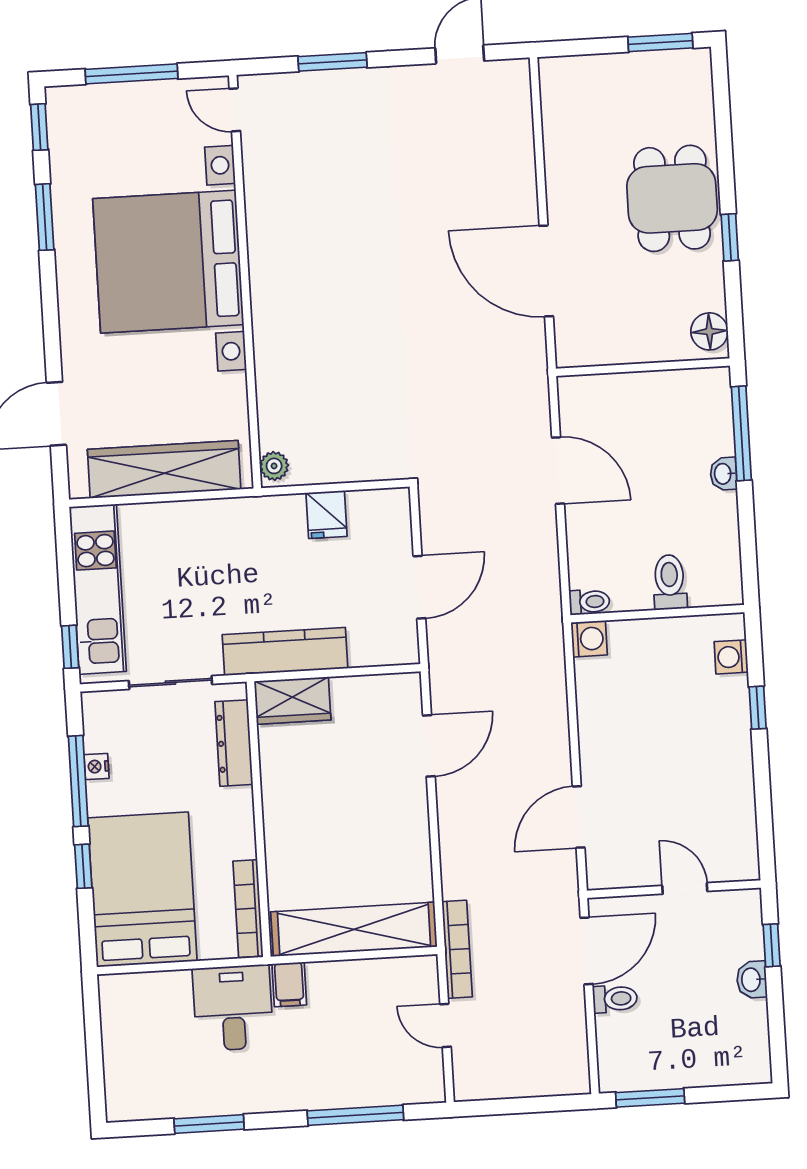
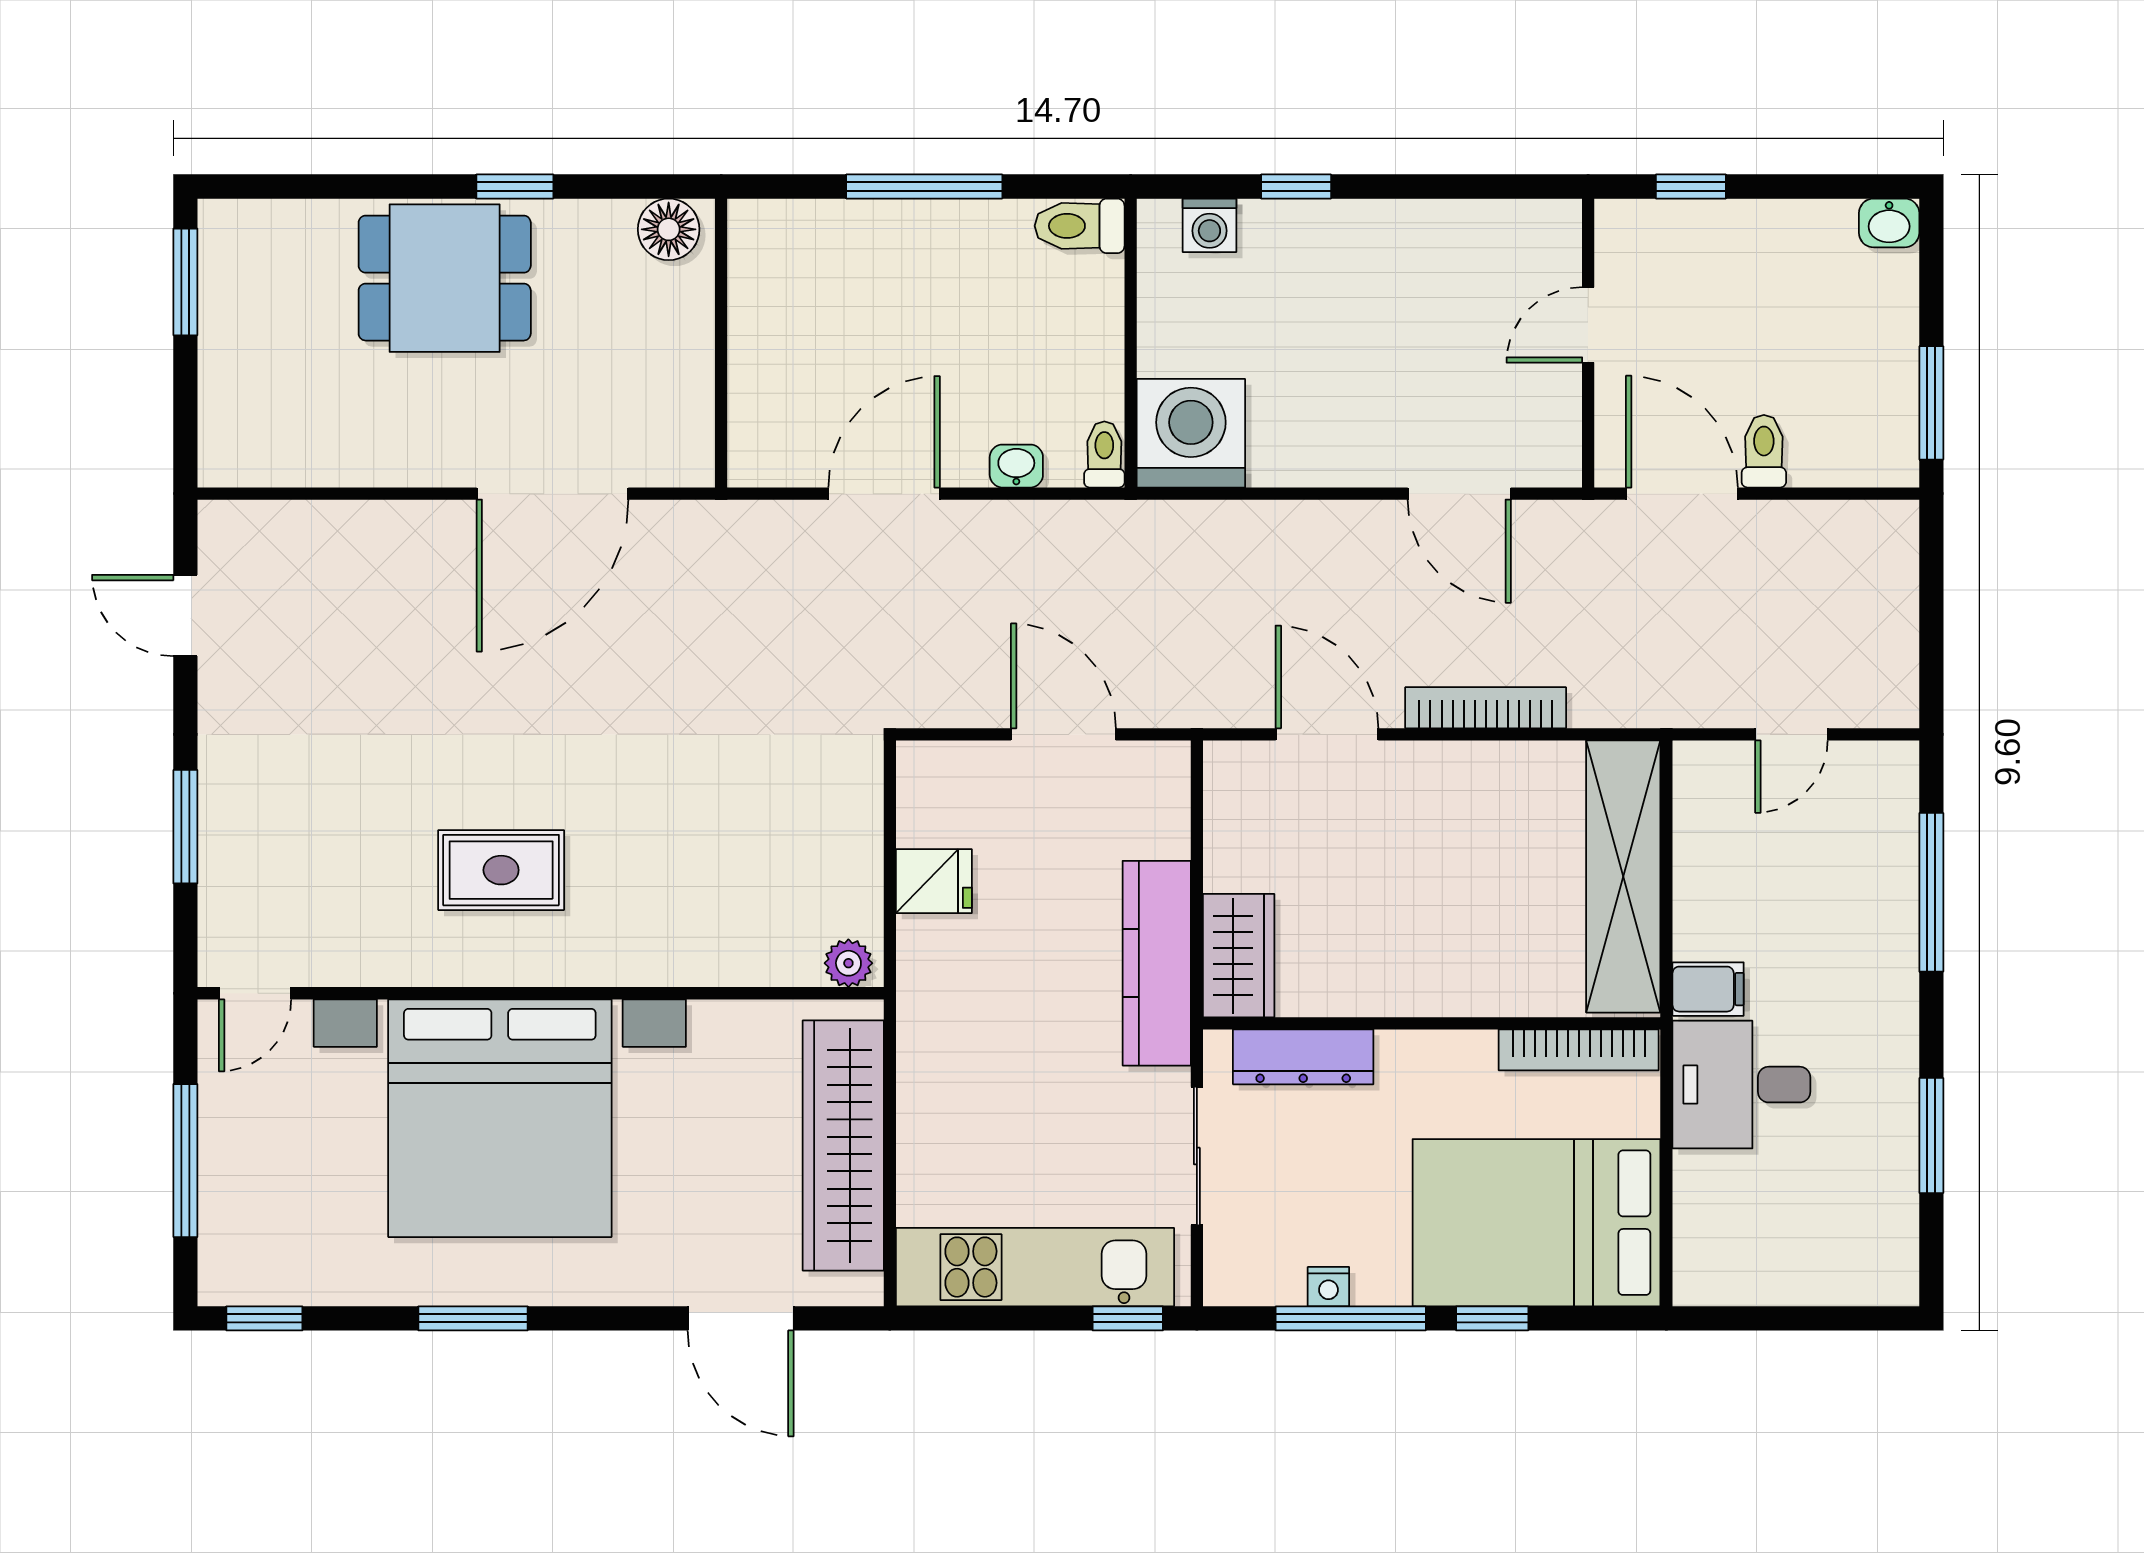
window: (45, 217) -> (473, 1318), moved
rug: (318, 254) -> (501, 870), added
window: (741, 433) -> (924, 186), moved
washbasin: (723, 474) -> (1016, 466), moved, turned 180
toilet: (670, 582) -> (1080, 226), moved
washing machine: (589, 639) -> (1191, 433), width x1.89, depth x1.89
bookcase: (457, 949) -> (1486, 708), moved
washbasin: (752, 980) -> (1889, 223), moved

